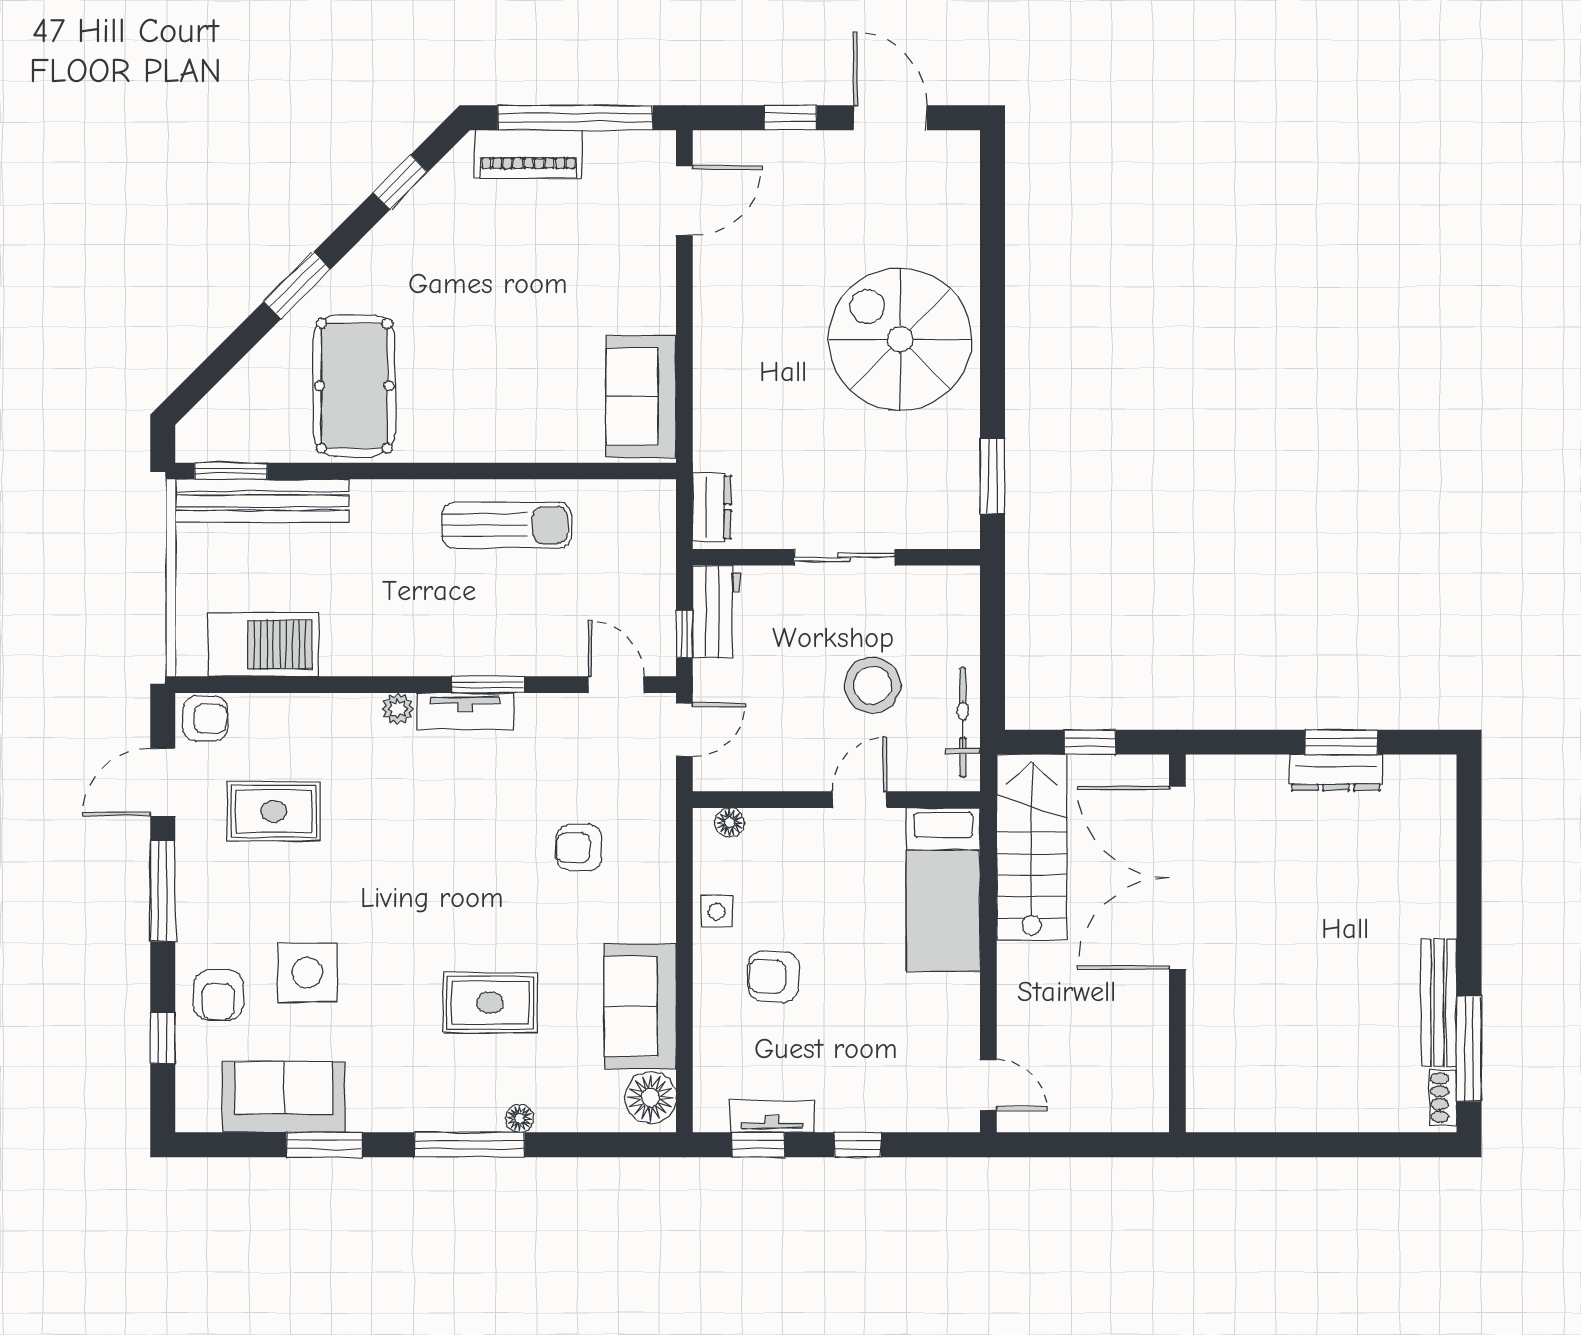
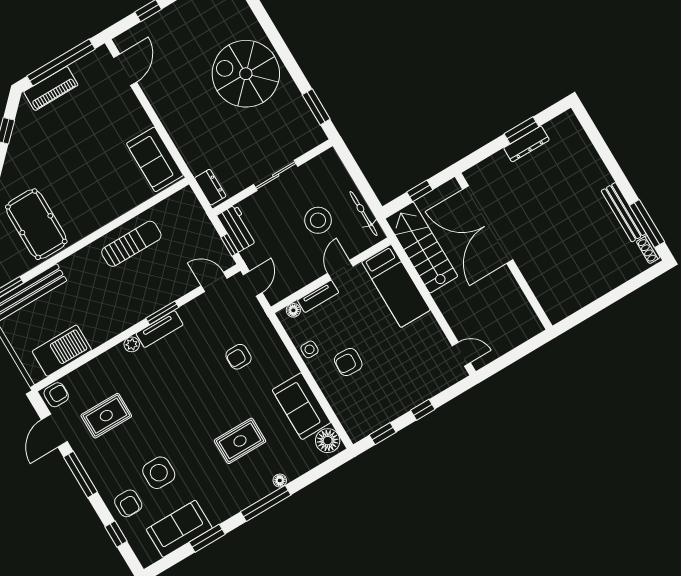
tv unit: (772, 1116) -> (318, 296), moved, turned 180

